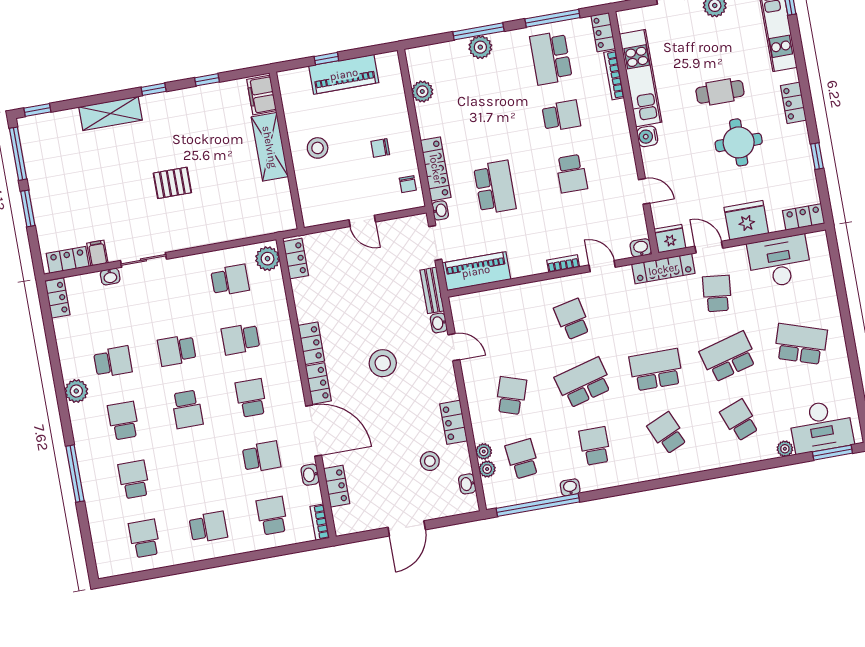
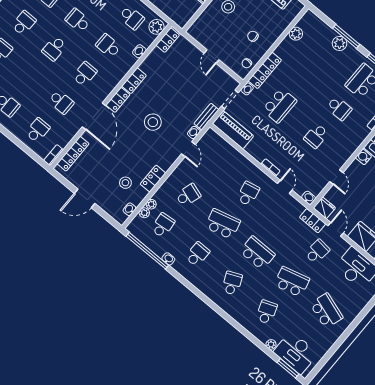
locker: (663, 269) -> (313, 221), width x0.66
washbasin: (310, 475) -> (139, 51), moved
locker: (337, 486) -> (73, 154), width x1.53

